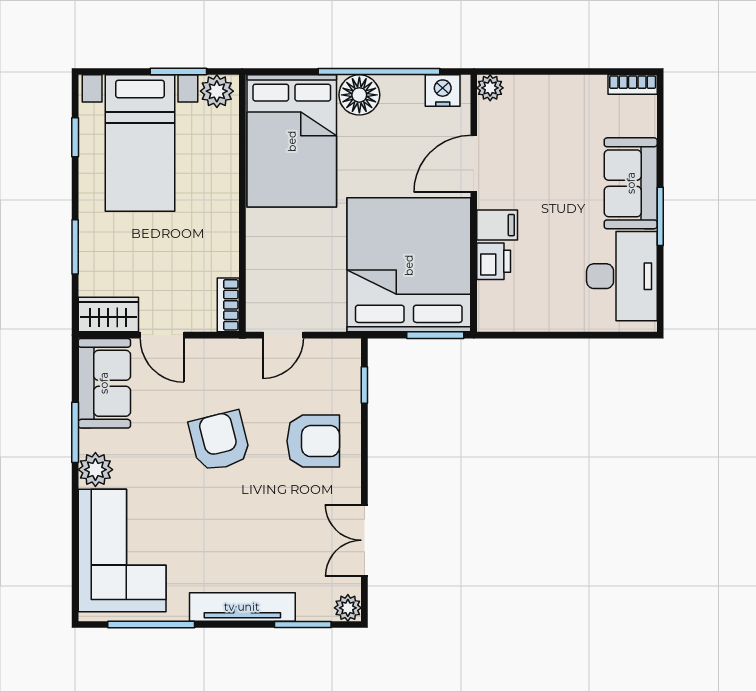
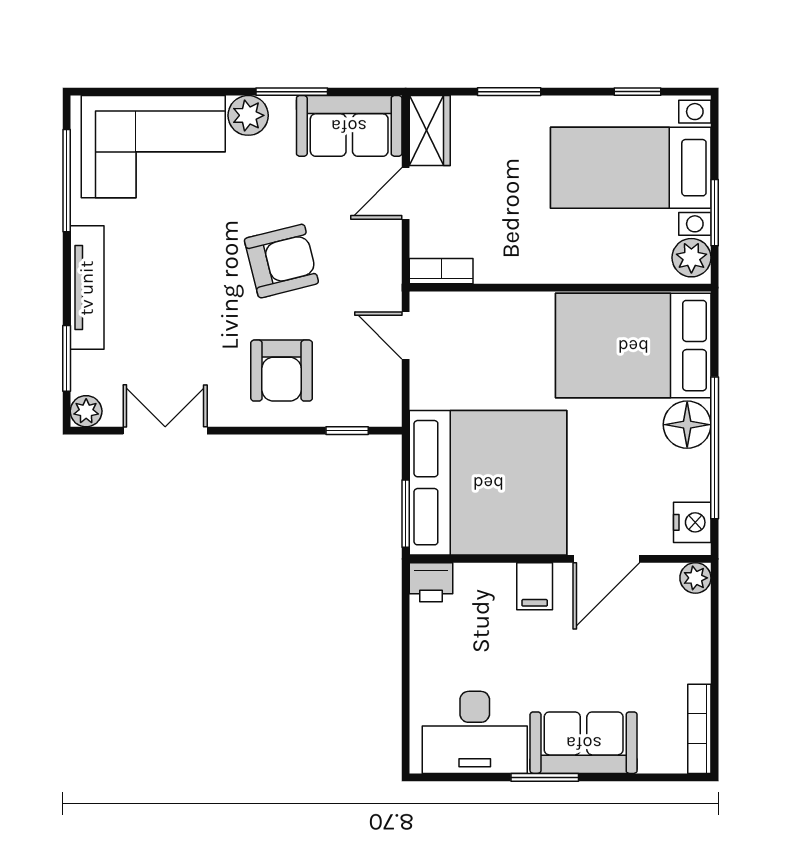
bookcase: (633, 85) -> (699, 729), width x1.56
door: (474, 164) -> (606, 559), swing flipped
printer: (494, 261) -> (431, 582), moved

